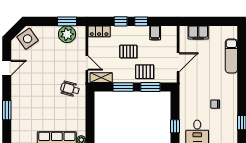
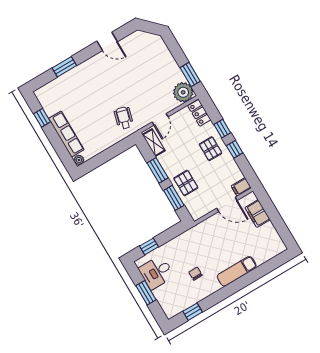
filing cabinet: (155, 33) -> (241, 187), moved
plant: (67, 34) -> (183, 92), moved
side table: (28, 39) -> (149, 45), removed
pallet: (128, 51) -> (211, 149), moved
exam couch: (231, 56) -> (237, 271), moved
door: (178, 62) -> (227, 204), moved

